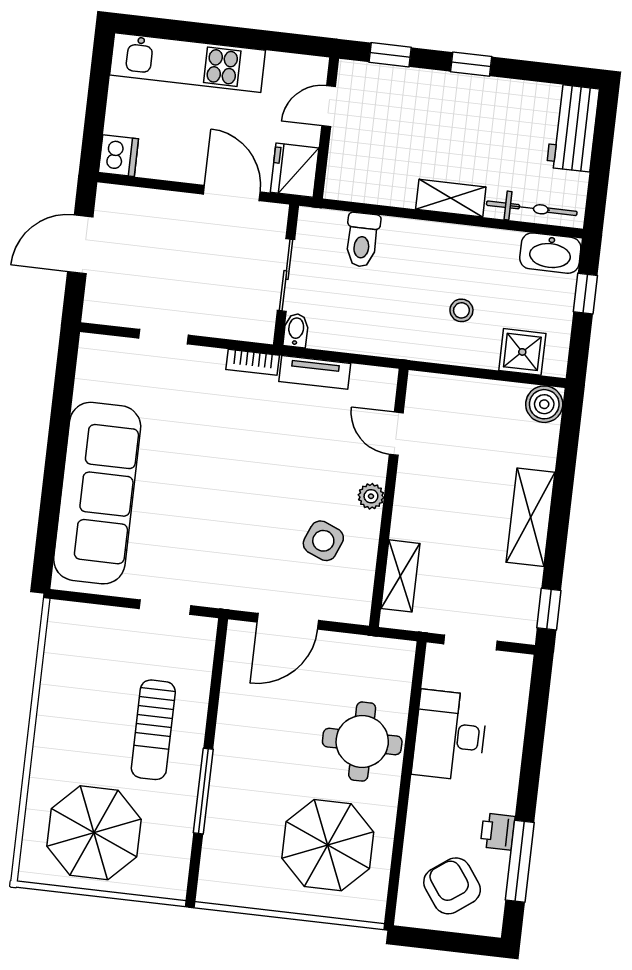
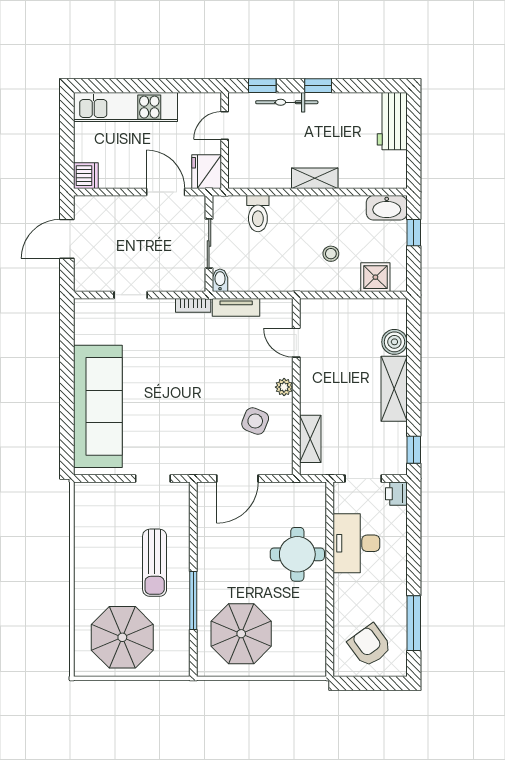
bicycle: (532, 208) -> (287, 102), moved, turned 180
boiler: (544, 404) -> (394, 342), moved
printer: (498, 832) -> (396, 494), moved
parasol: (328, 845) -> (241, 634), moved

